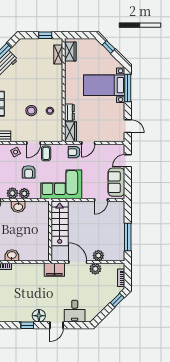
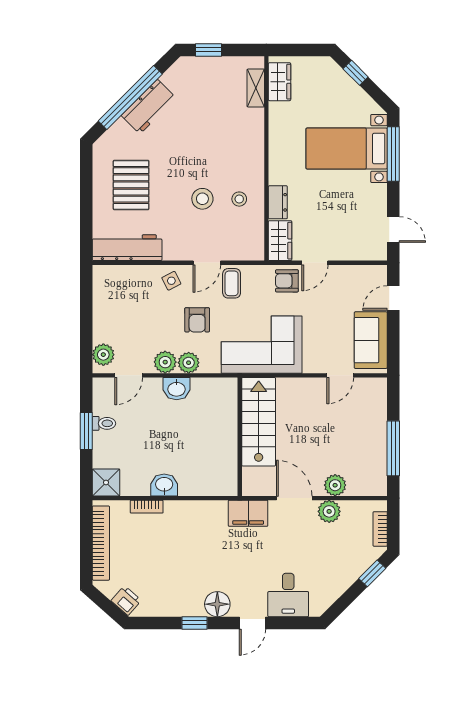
window: (45, 35) -> (209, 50), moved

